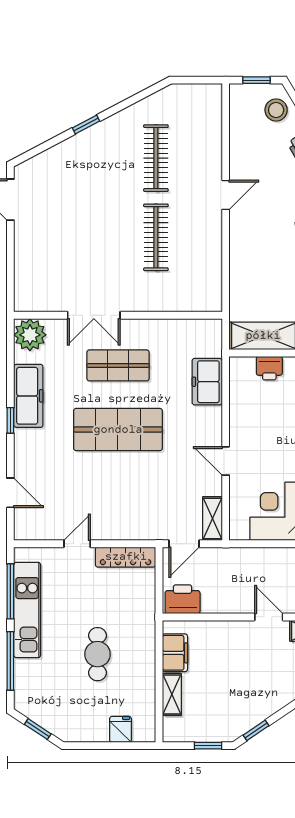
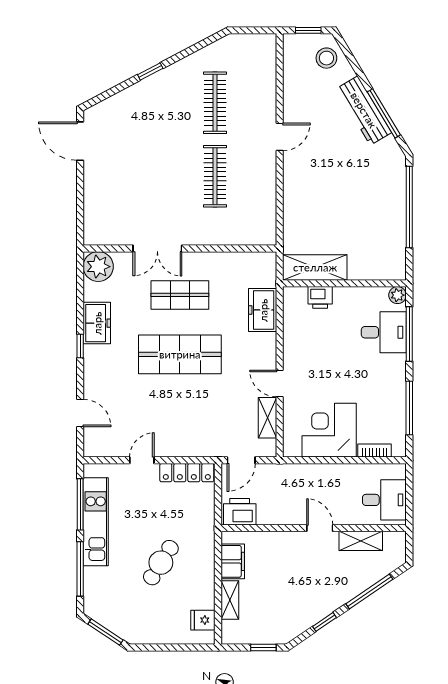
freezer: (28, 396) -> (97, 323), width x0.71
shelving: (212, 519) -> (267, 418), moved
cafe table: (98, 654) -> (161, 563), turned 32
window: (38, 729) -> (105, 632), width x1.50
fridge: (120, 729) -> (203, 620), moved, turned -90
window: (256, 730) -> (325, 622), moved

